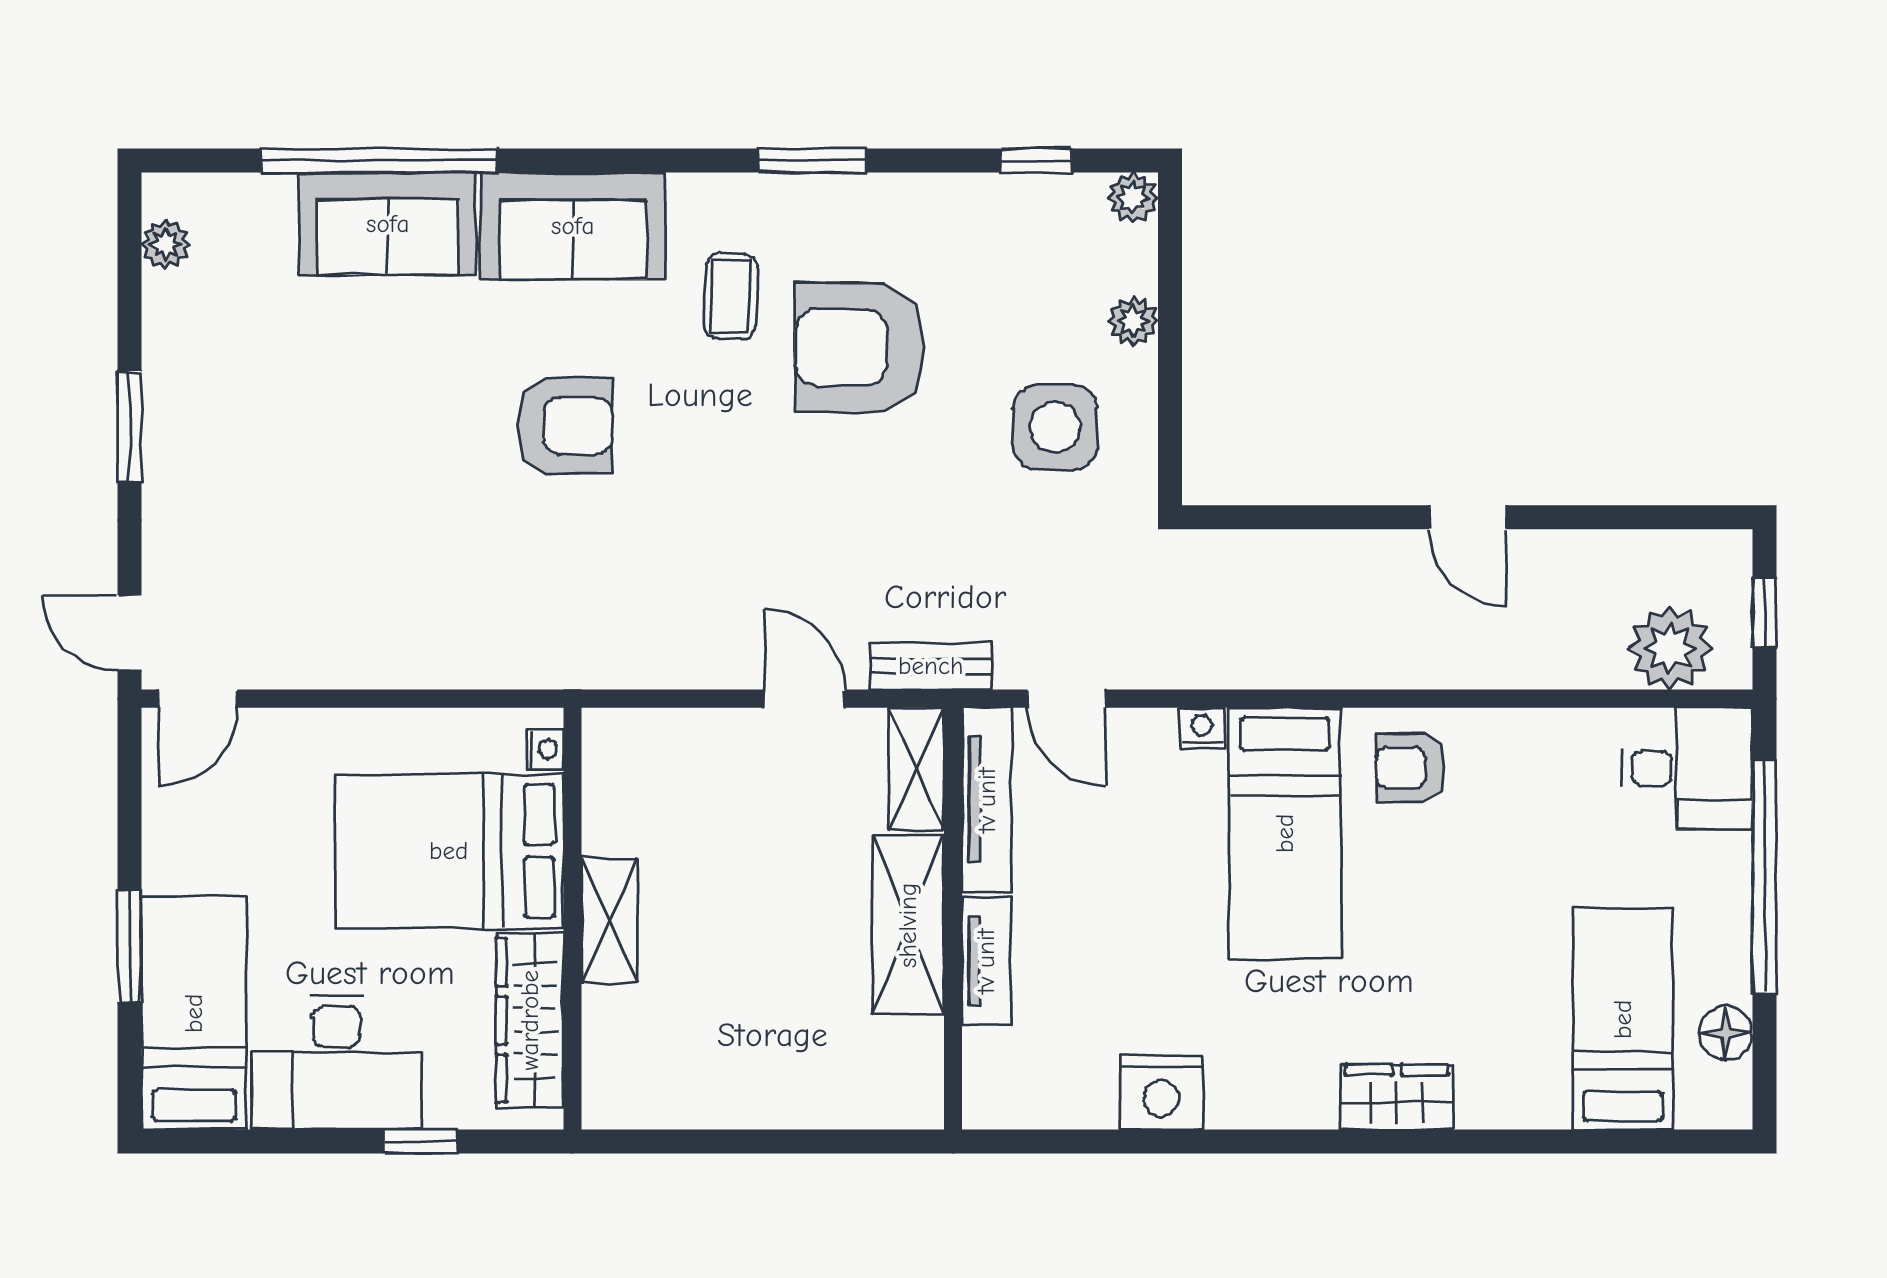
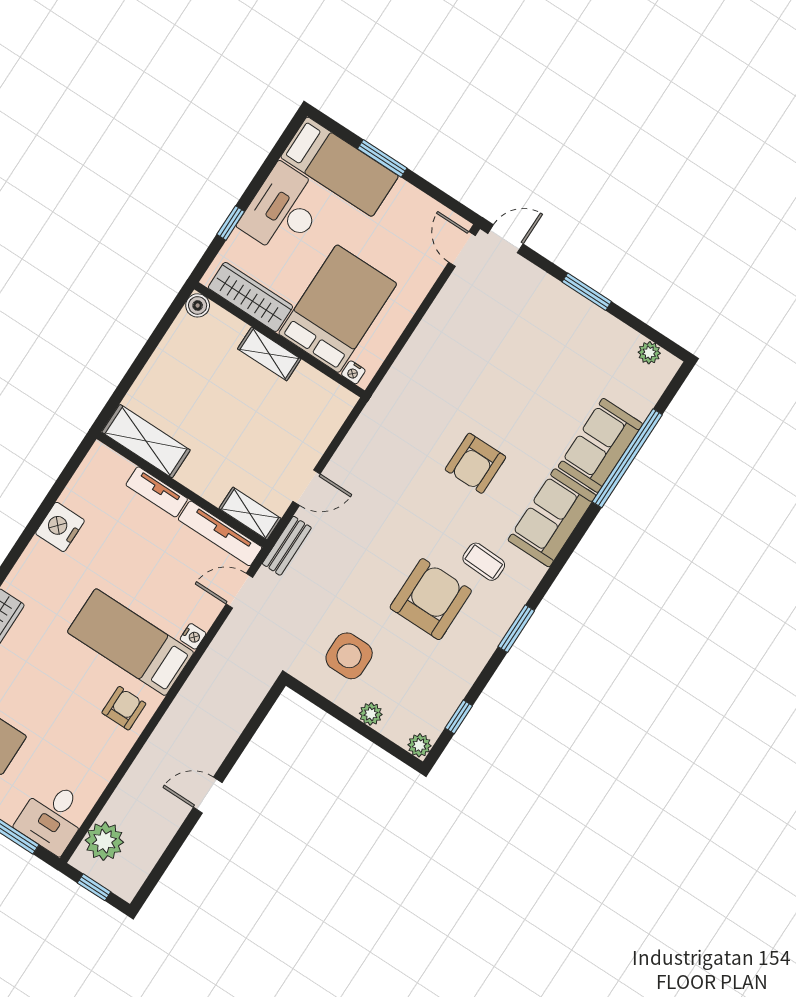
shelving: (908, 925) -> (146, 441), moved
boiler: (606, 1105) -> (198, 305), added

